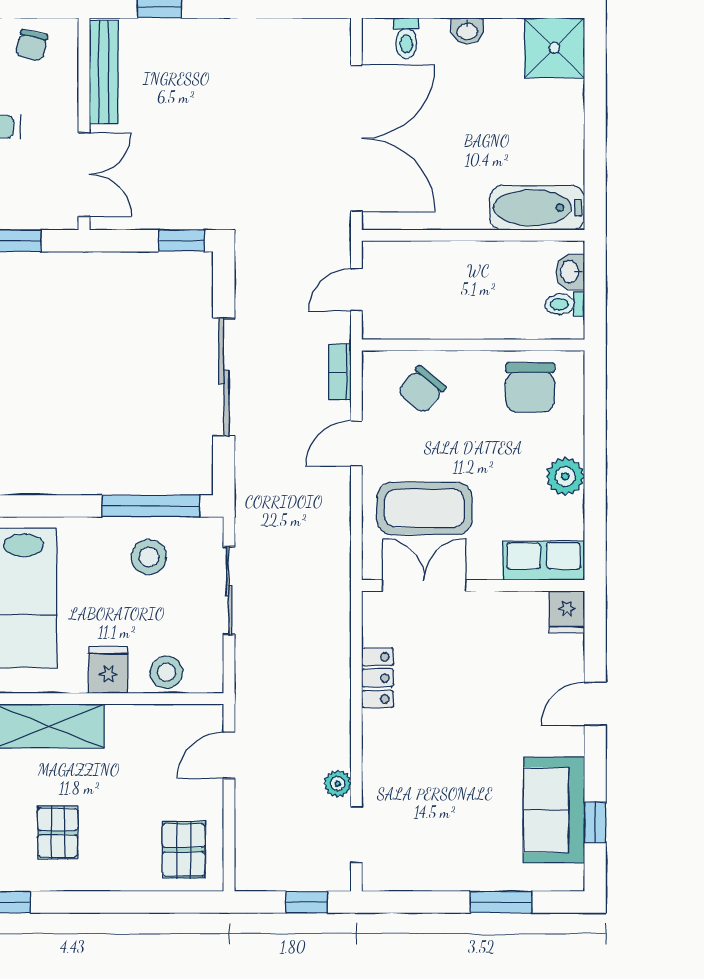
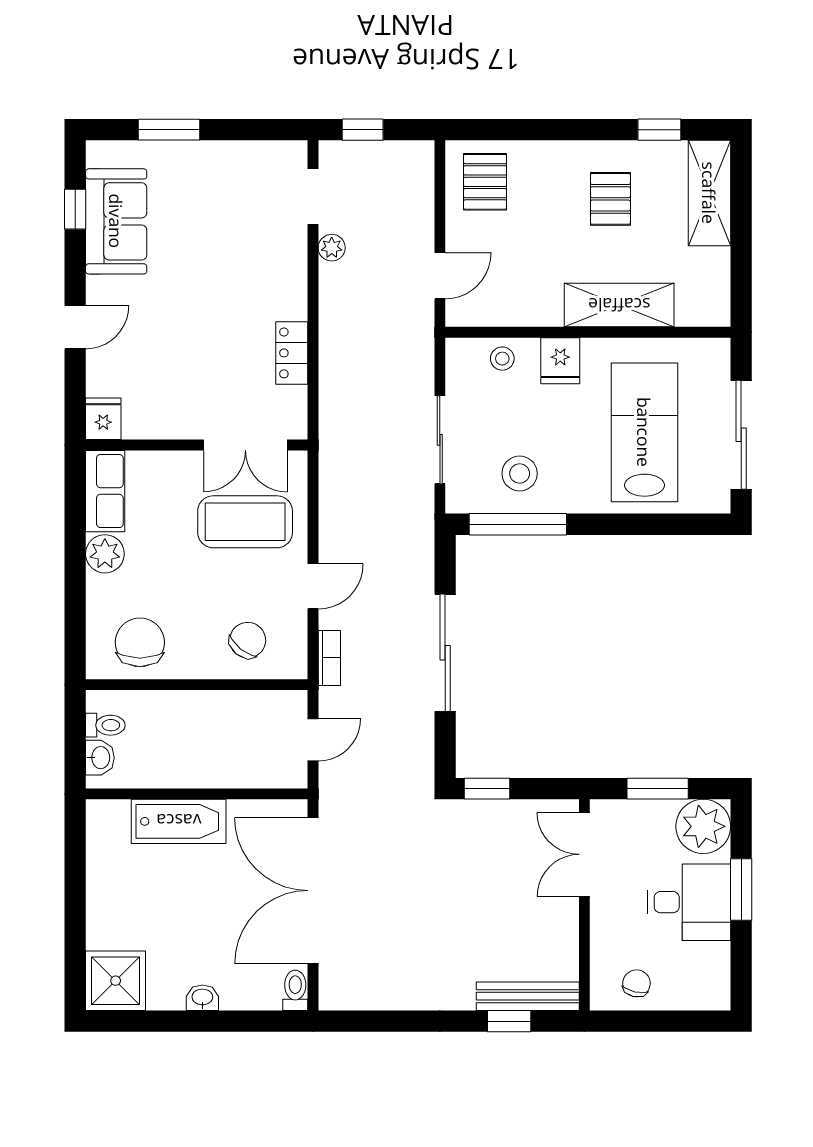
toilet: (406, 38) -> (295, 990), moved
bench: (104, 72) -> (528, 996), moved, turned 90
bathtub: (537, 208) -> (179, 821), moved
row of seats: (544, 561) -> (105, 491), moved, turned -90
stool: (166, 672) -> (502, 359), width x0.73, depth x0.73

